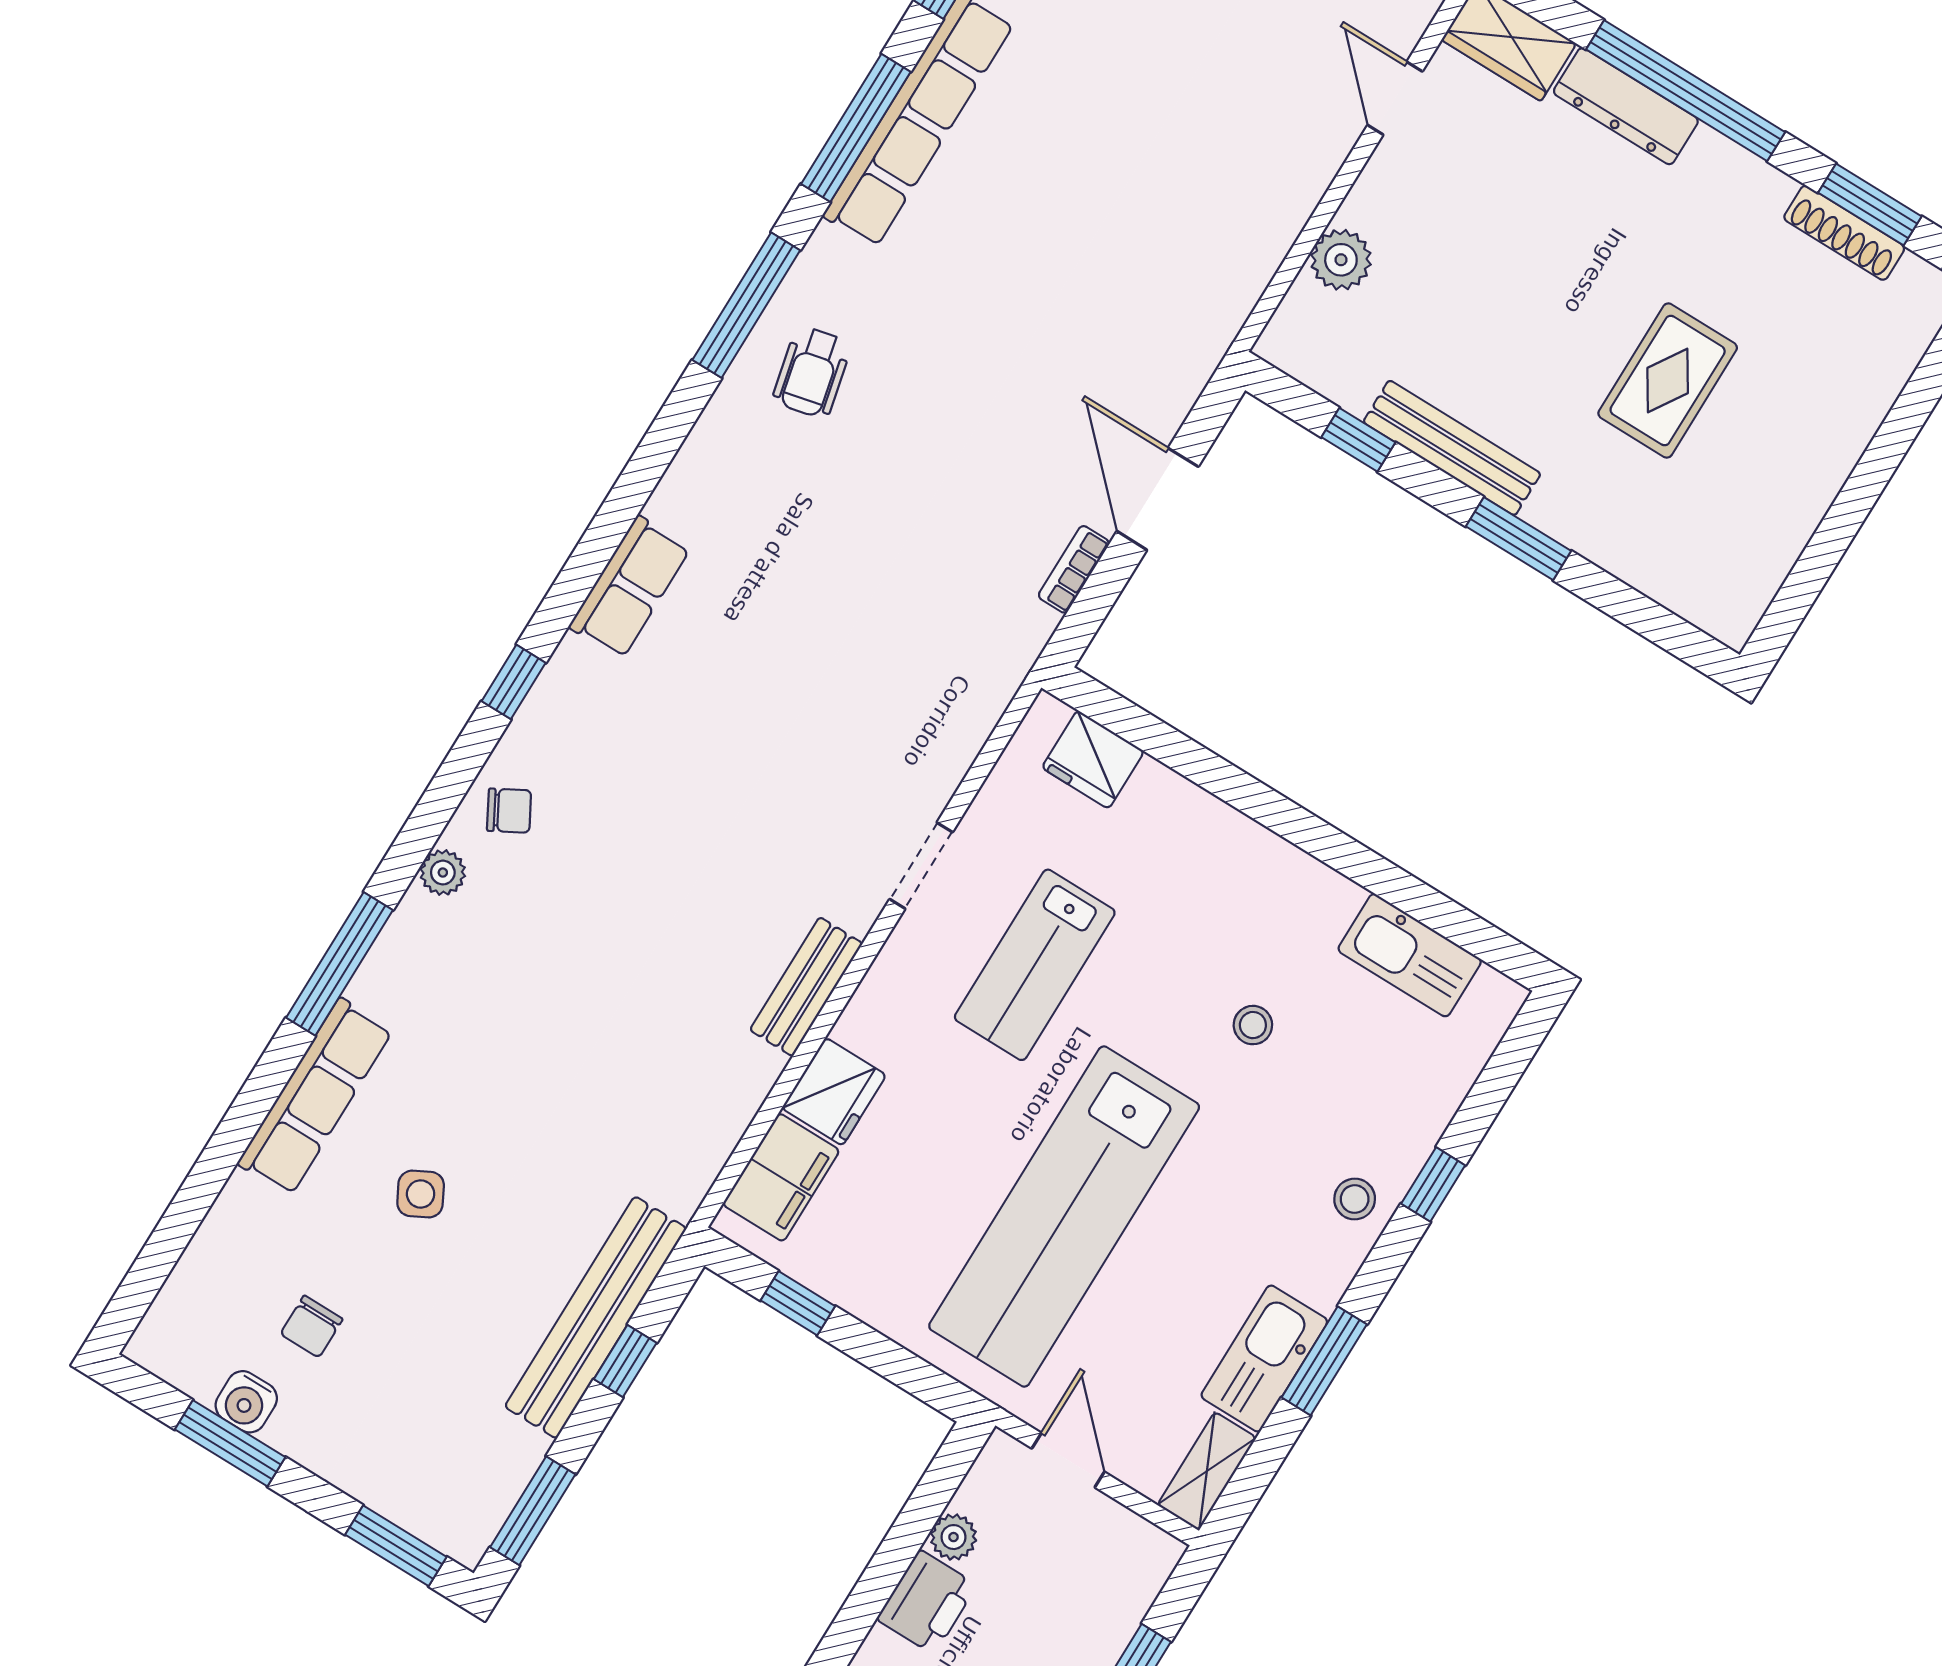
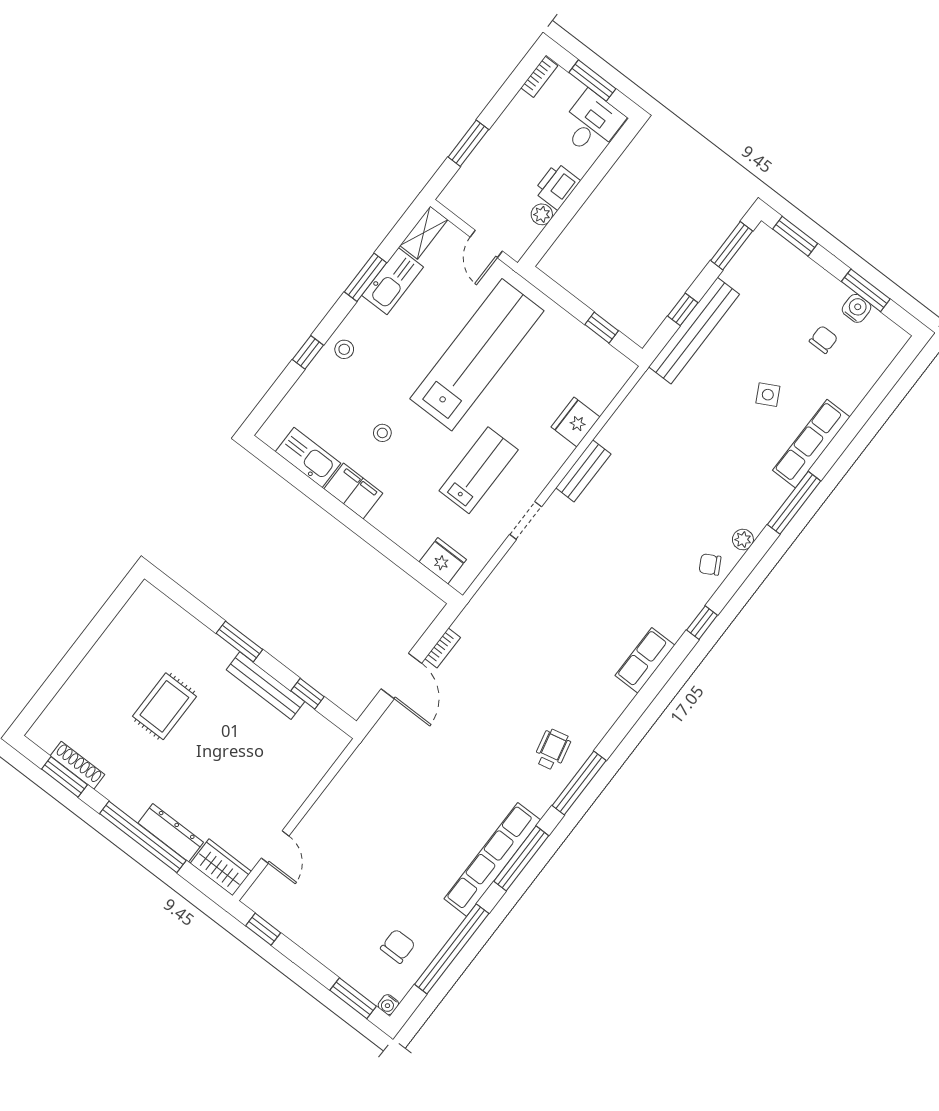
plant: (1341, 260) -> (307, 776), removed
filing cabinet: (781, 1177) -> (353, 491), moved, turned 90

